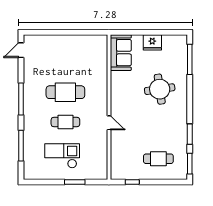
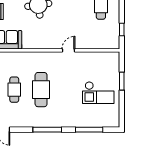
cafe table: (65, 122) -> (14, 90), moved
checkout: (62, 156) -> (98, 93), turned -90

